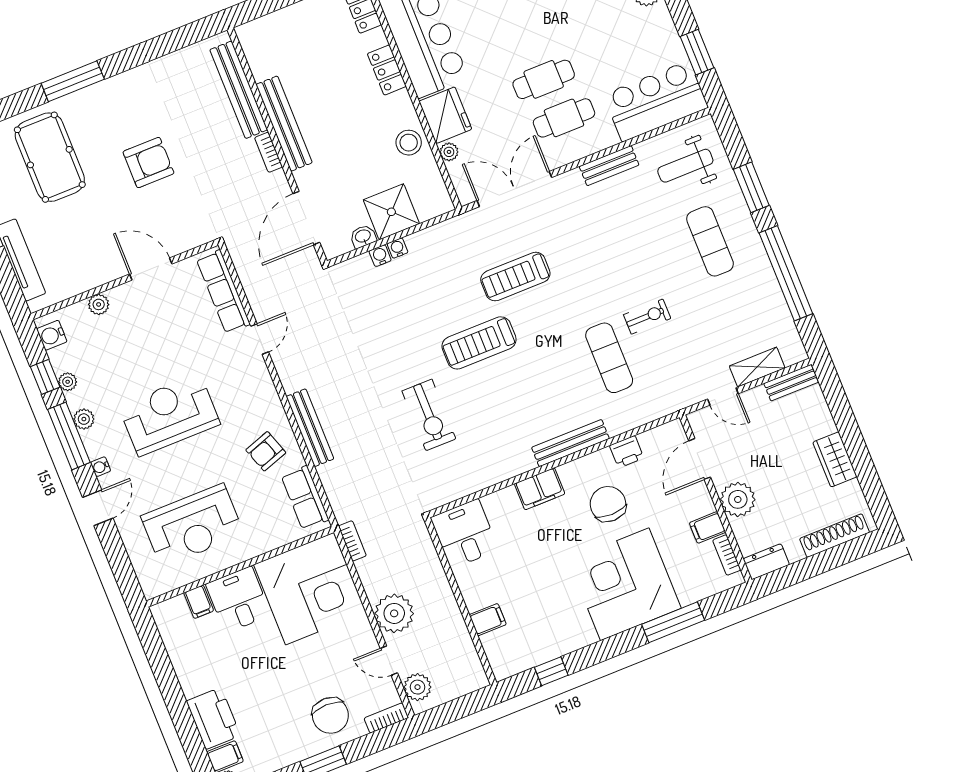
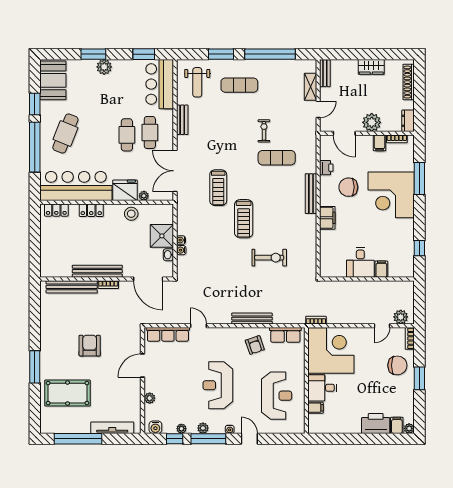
desk: (465, 534) -> (360, 262), moved, turned -90
plant: (394, 613) -> (360, 314), removed

